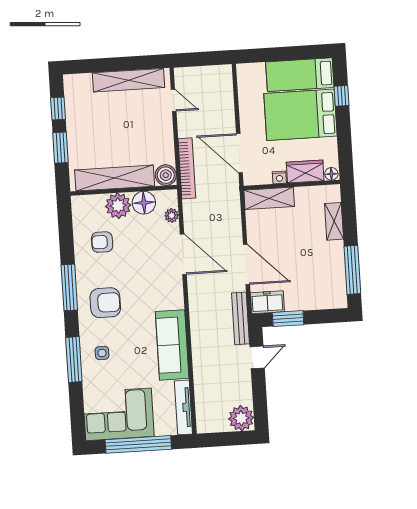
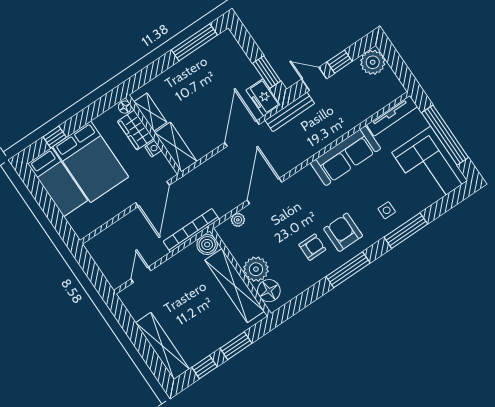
shelving: (128, 80) -> (162, 346), moved
floor lamp: (144, 203) -> (269, 291), moved
shelving: (334, 221) -> (150, 112), moved, turned 90
armchair: (102, 242) -> (312, 247), moved, turned -90
window: (259, 389) -> (340, 62), added

